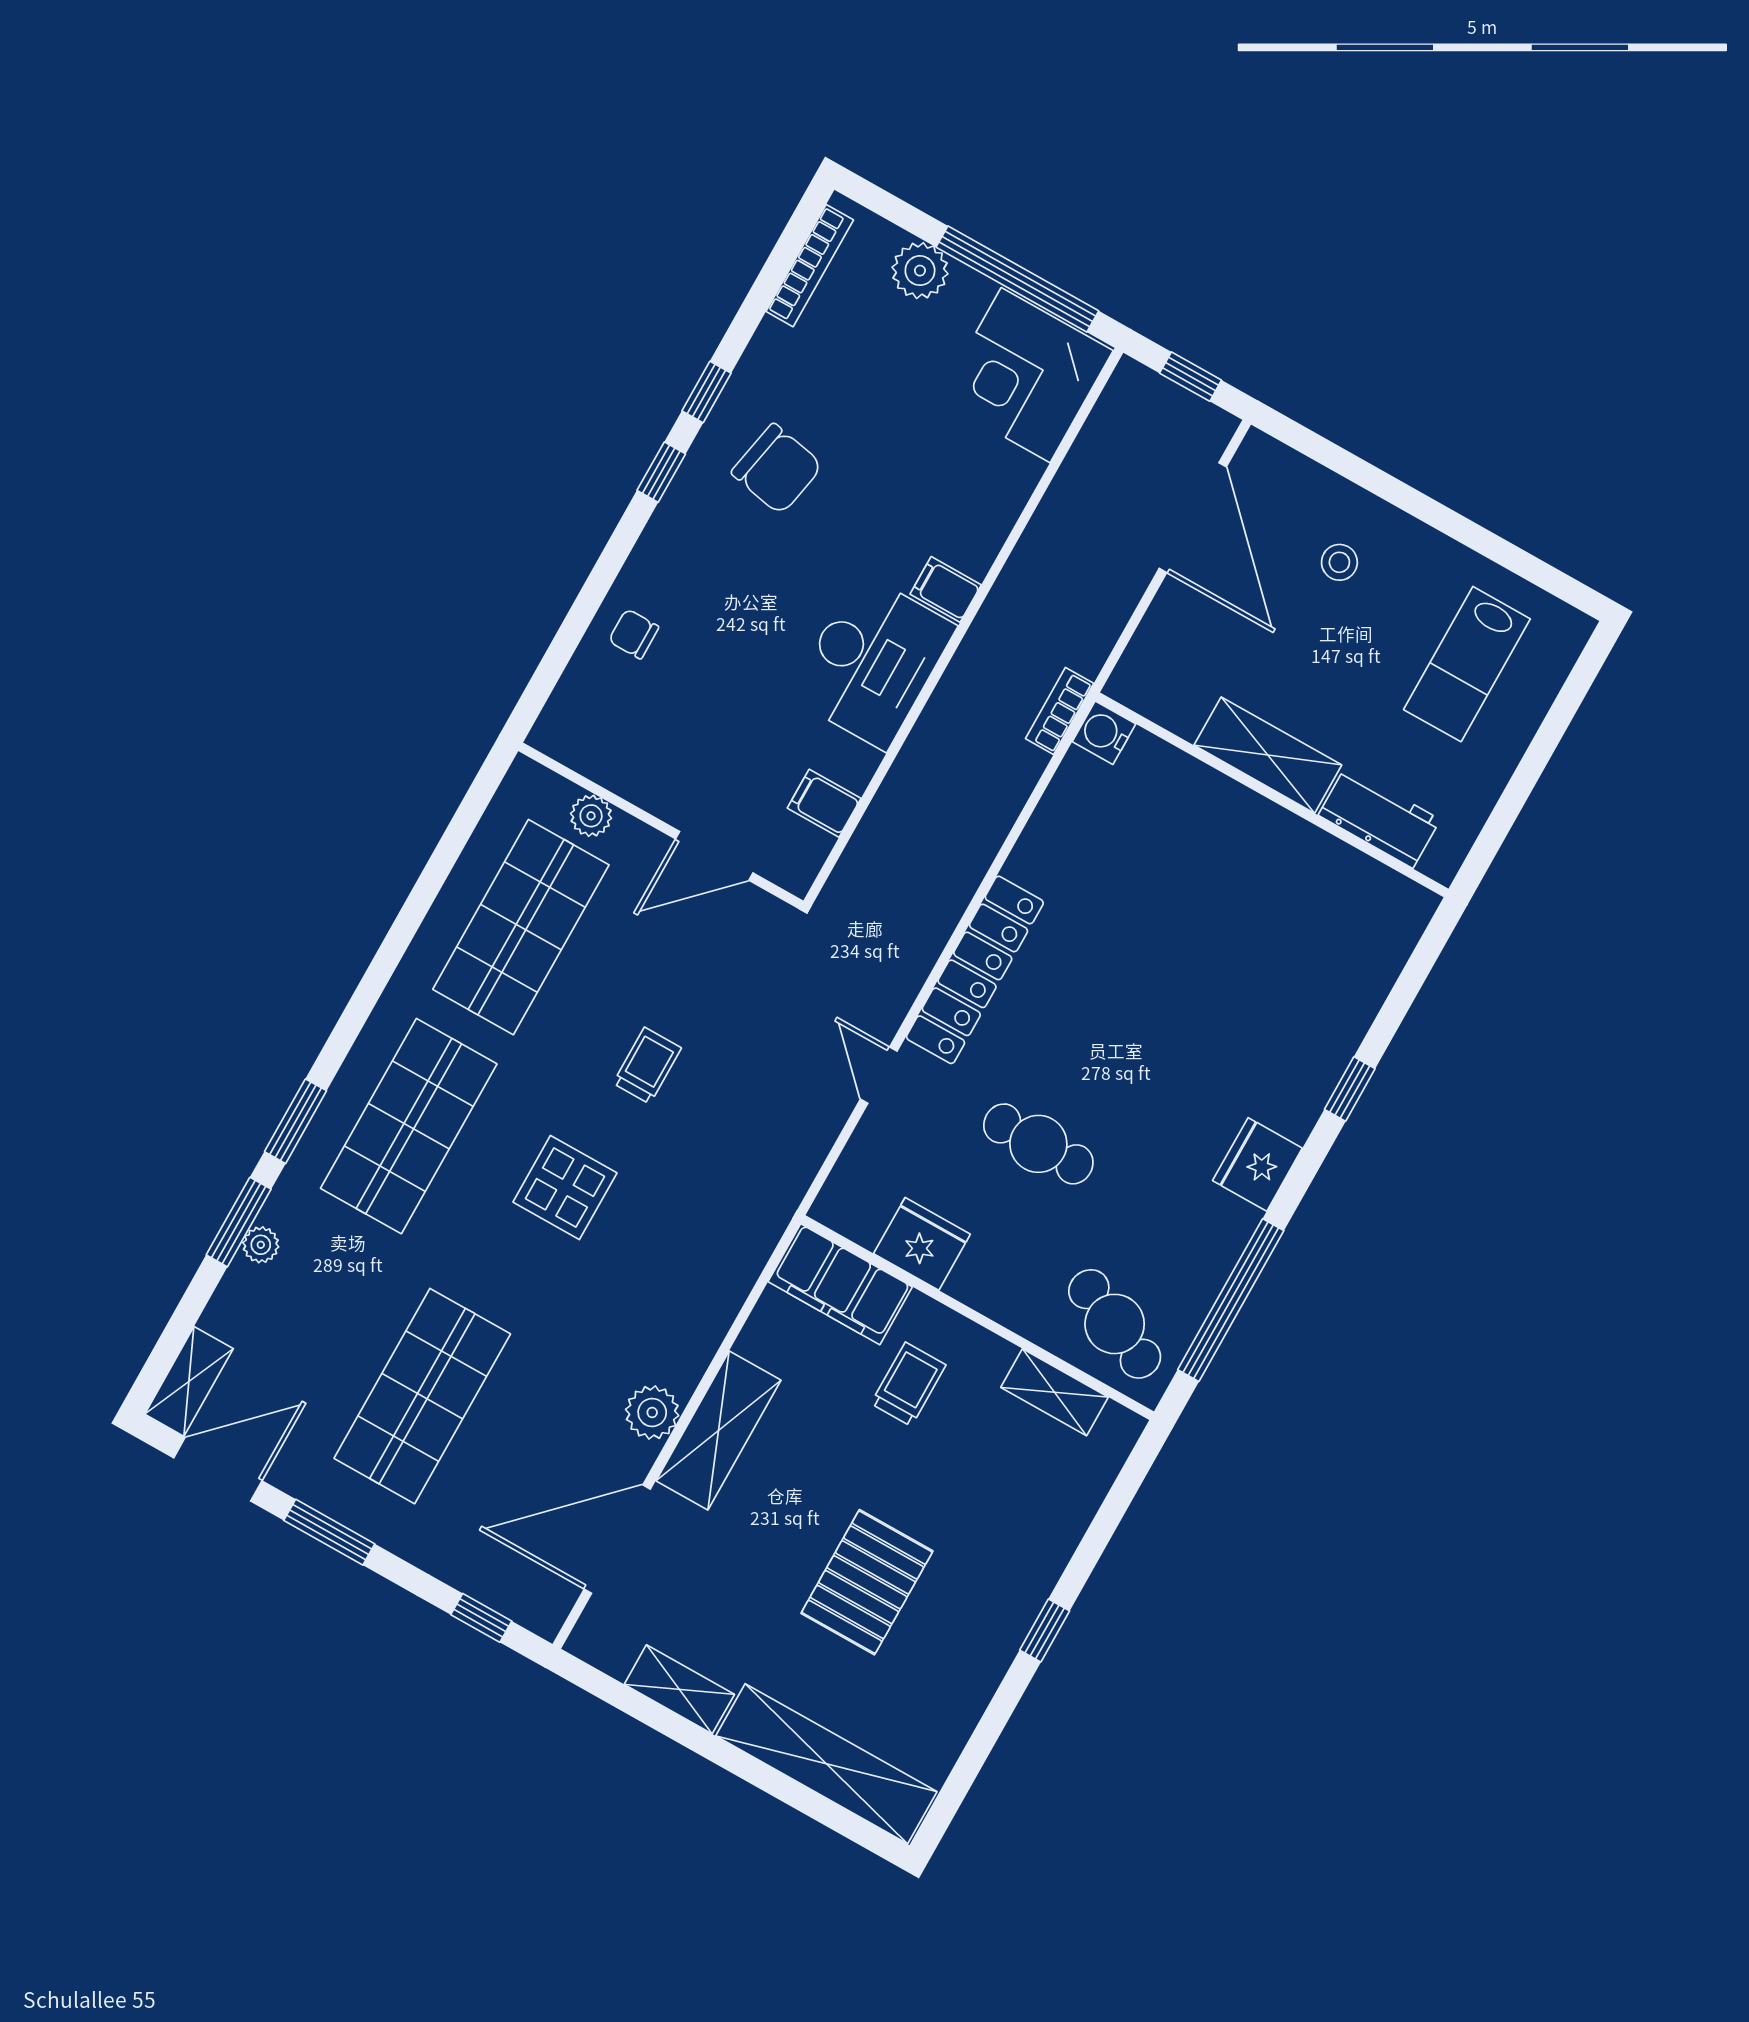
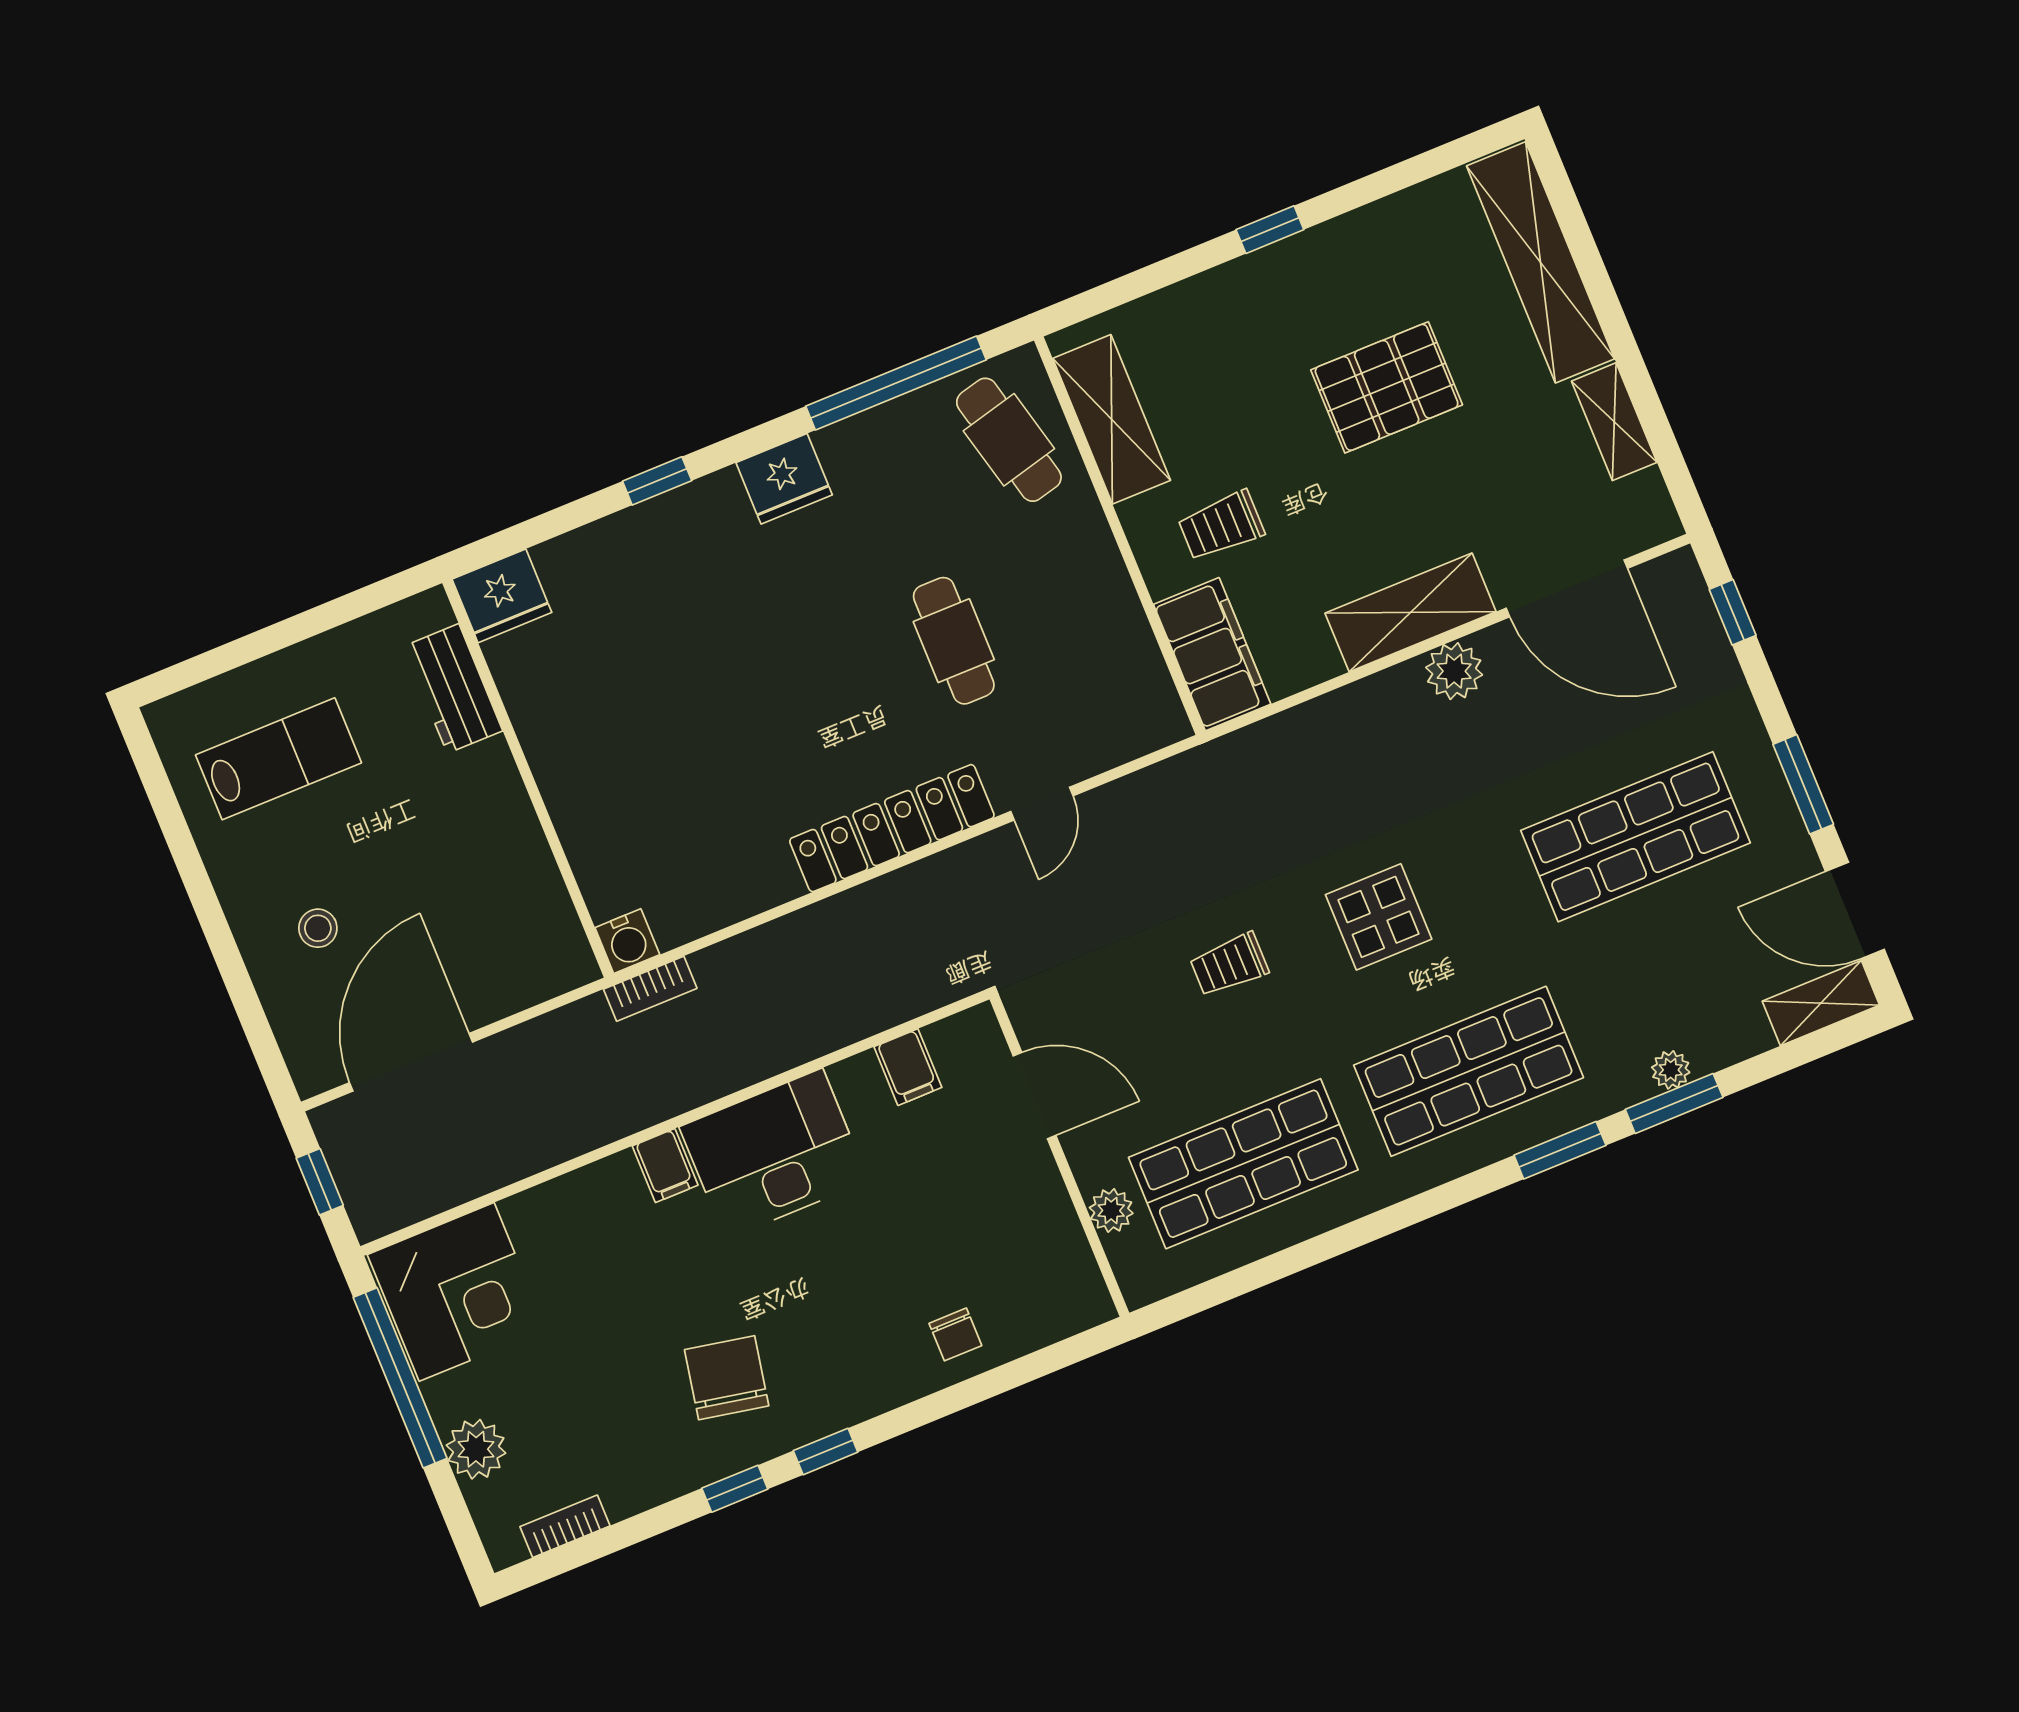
bookcase: (810, 266) -> (565, 1526), width x0.64
shelving: (1268, 755) -> (505, 814), removed
fridge: (922, 1244) -> (502, 596), moved, turned -90
cafe table: (1115, 1324) -> (1009, 440), turned -38
shelving: (1055, 1392) -> (1112, 419), width x1.50, depth x1.33

